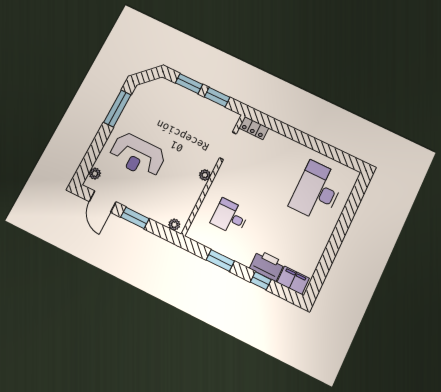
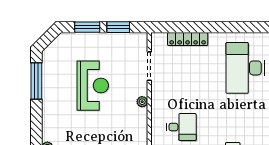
locker: (254, 128) -> (188, 39), moved, width x1.53
reception desk: (137, 155) -> (93, 86), moved, turned -90
desk: (230, 217) -> (181, 127), turned 180

